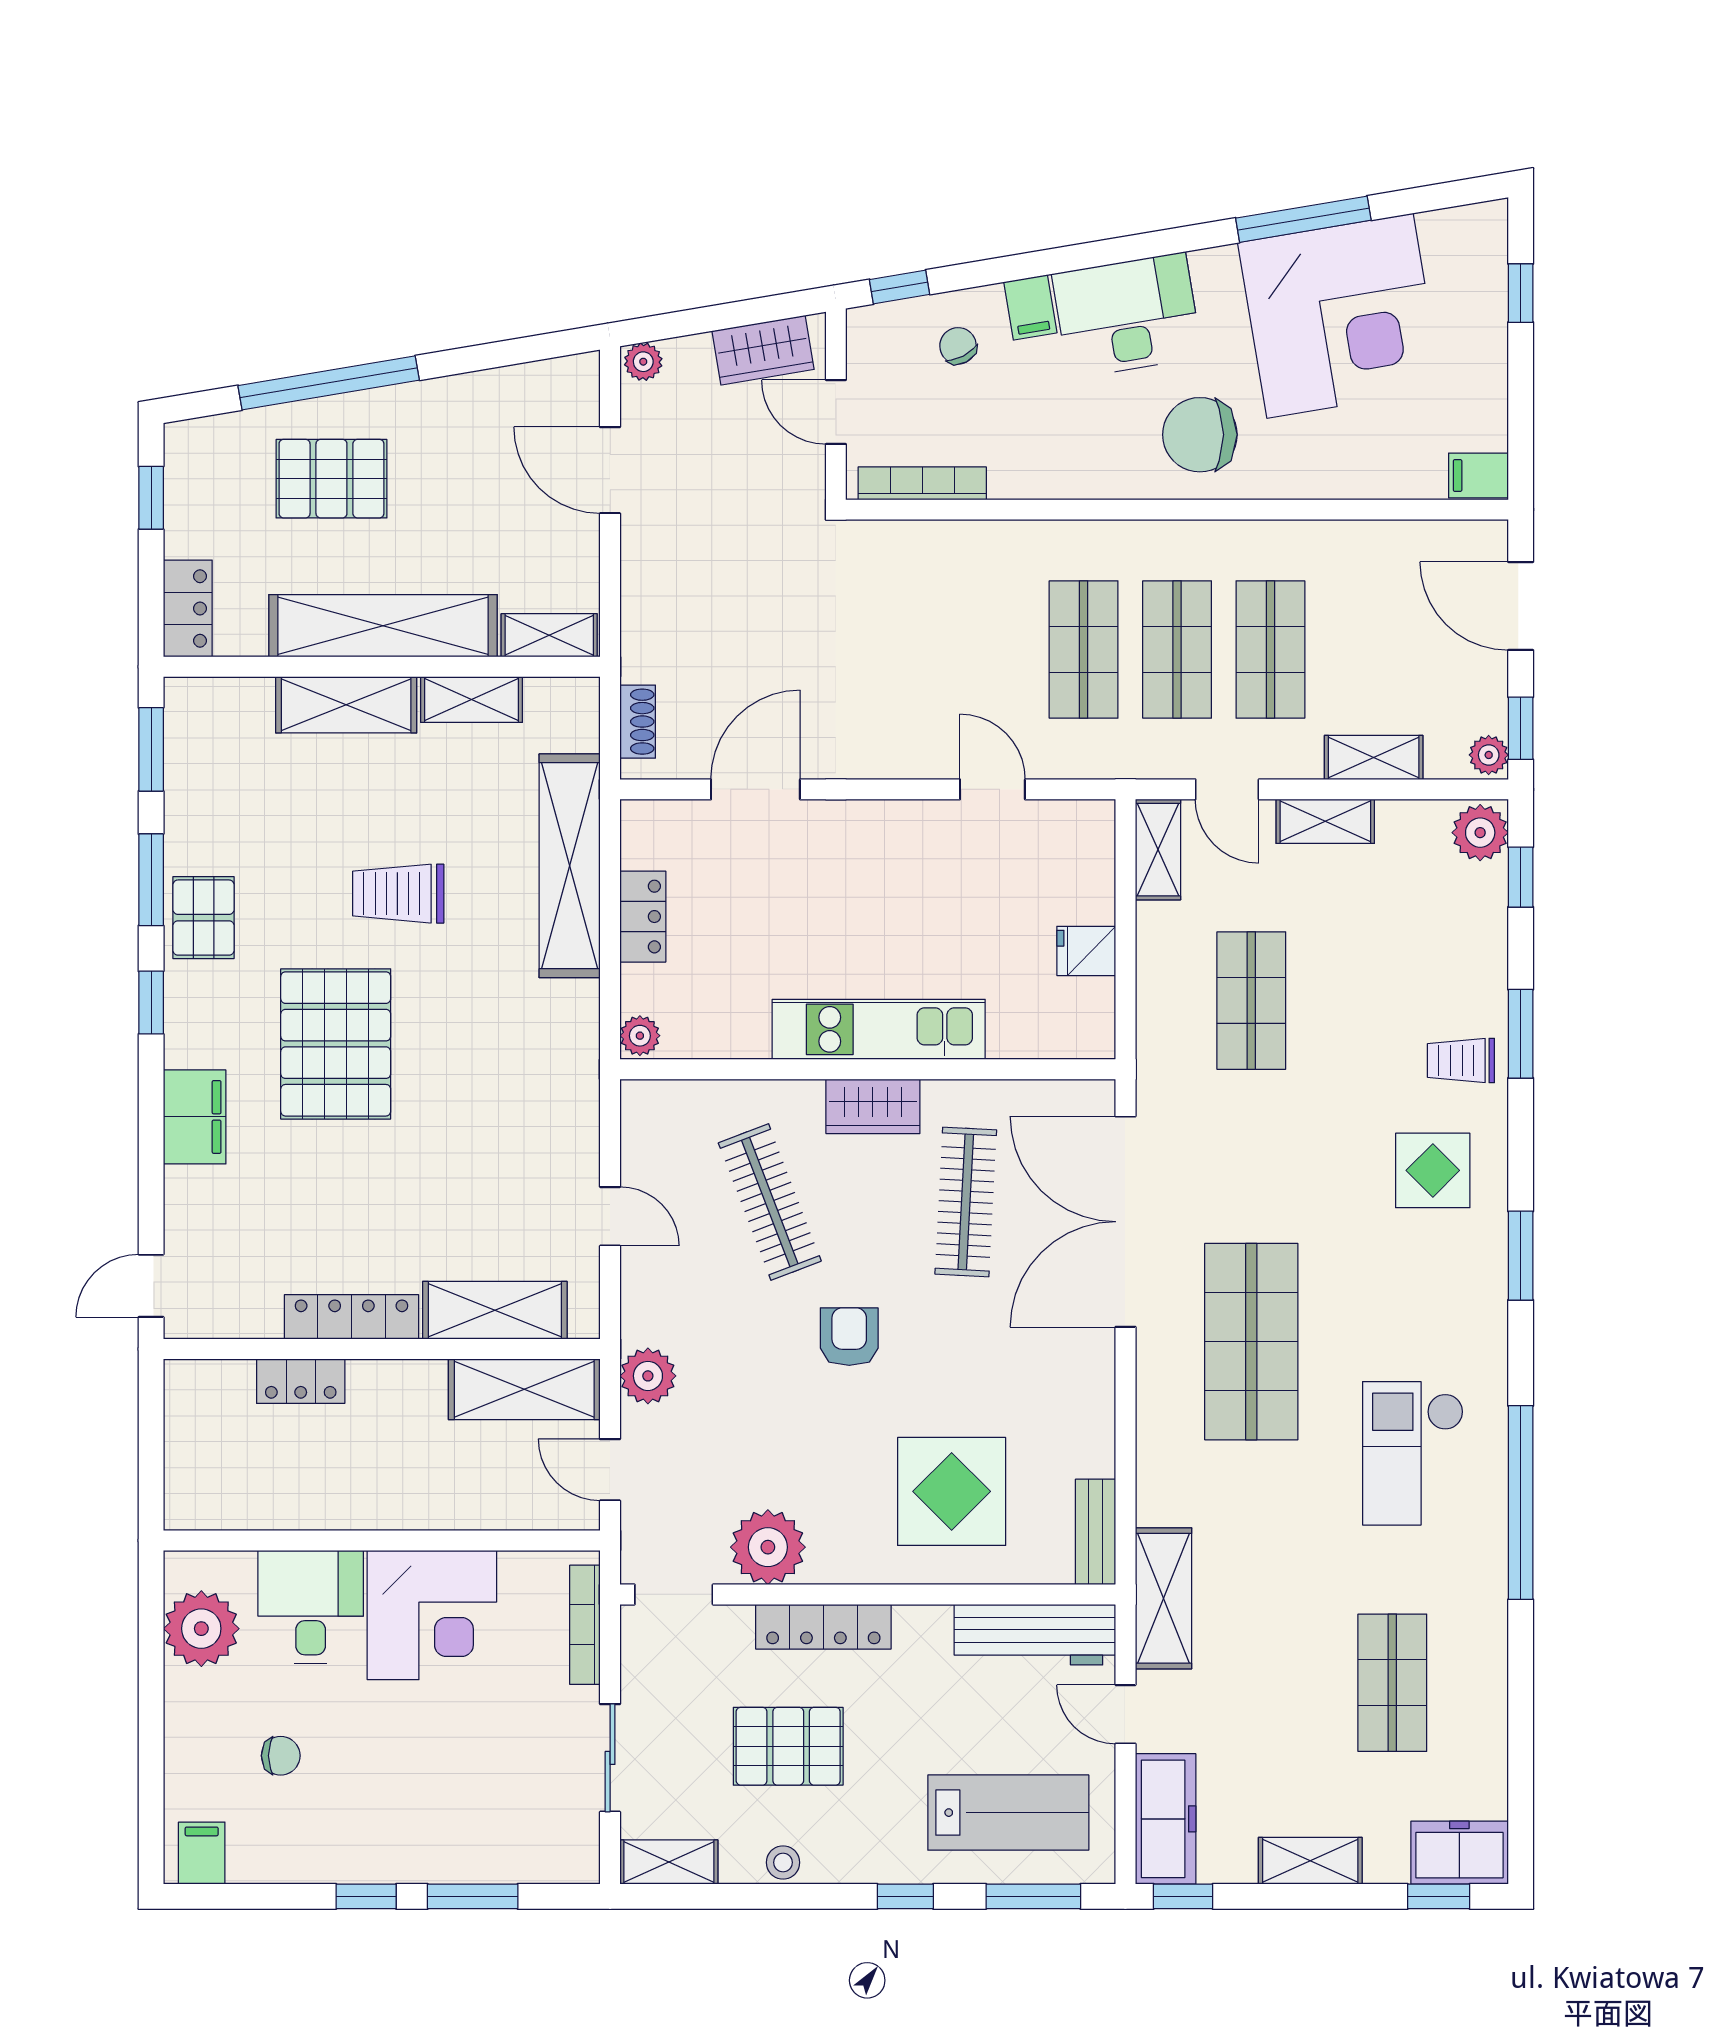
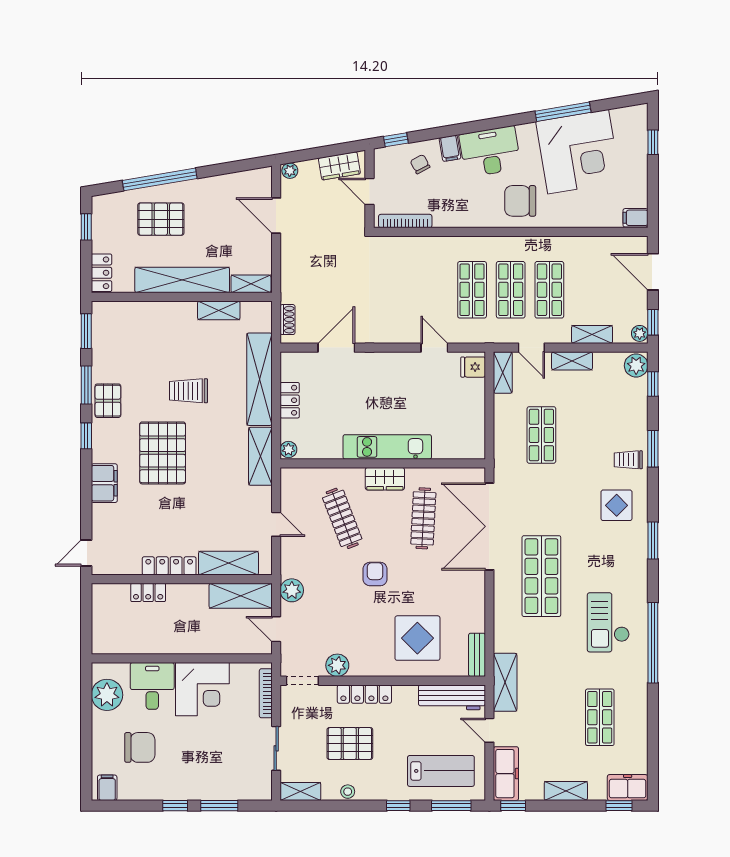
shelving: (346, 705) -> (260, 456), moved, turned 90
fridge: (1086, 951) -> (473, 367), moved
plant: (768, 1547) -> (337, 665), width x0.73, depth x0.73
chair: (281, 1756) -> (140, 747), width x1.87, depth x1.87

